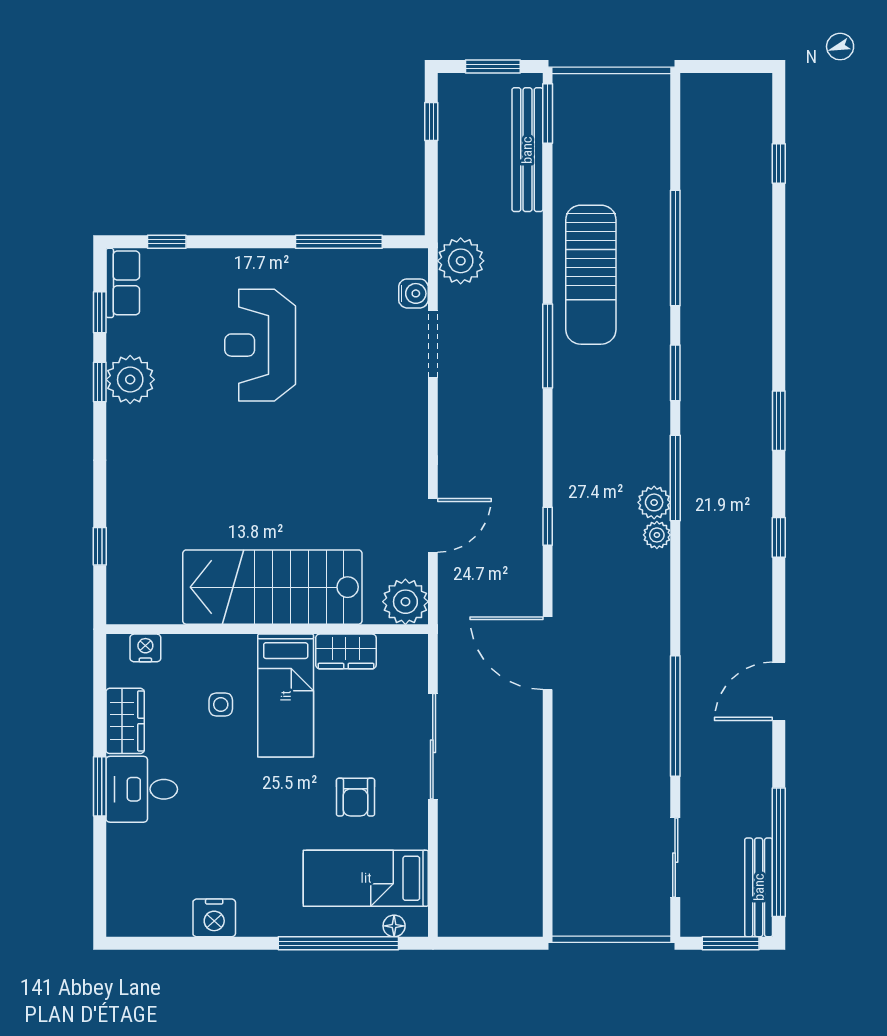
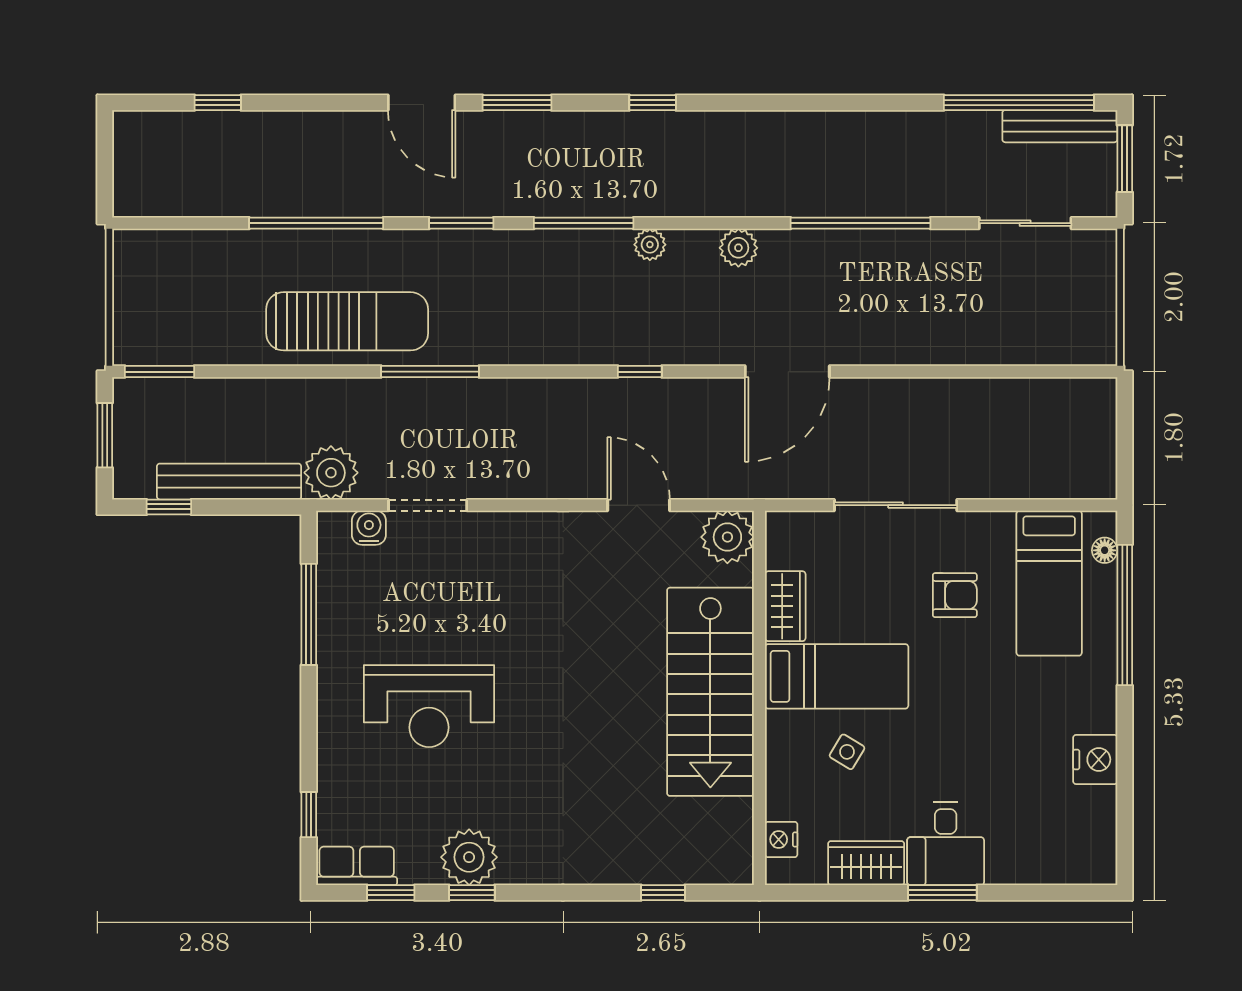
bench: (527, 150) -> (229, 482), moved
plant: (654, 502) -> (738, 248), moved
door: (779, 691) -> (422, 103), moved
side table: (221, 704) -> (847, 752), turned 31

